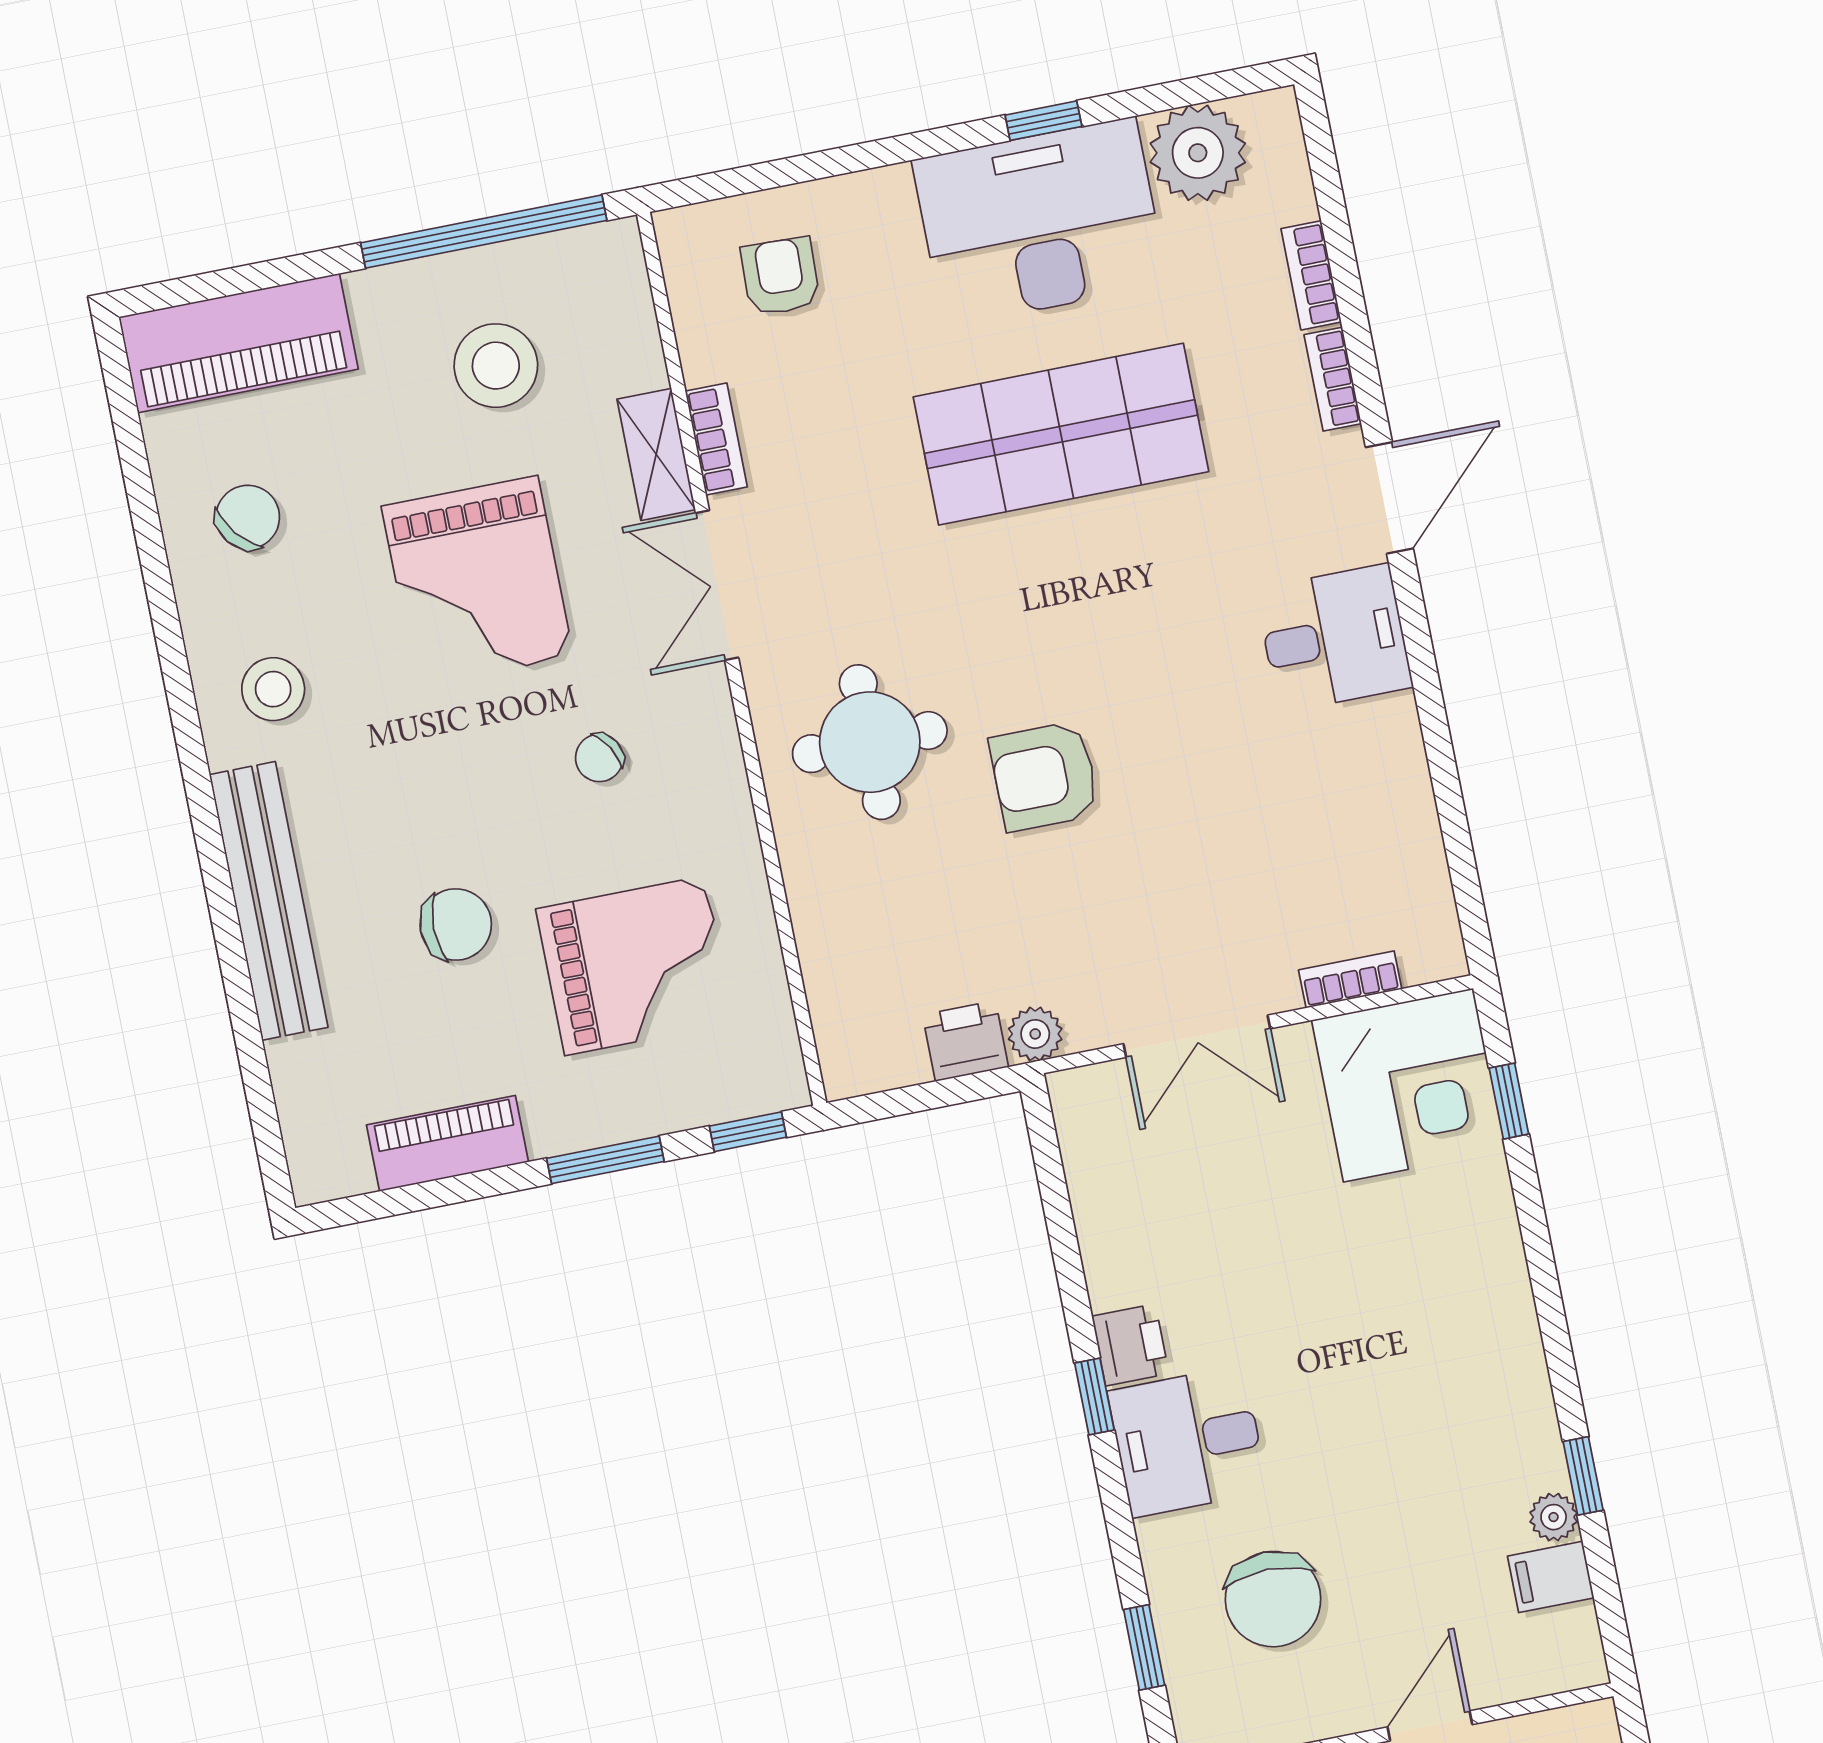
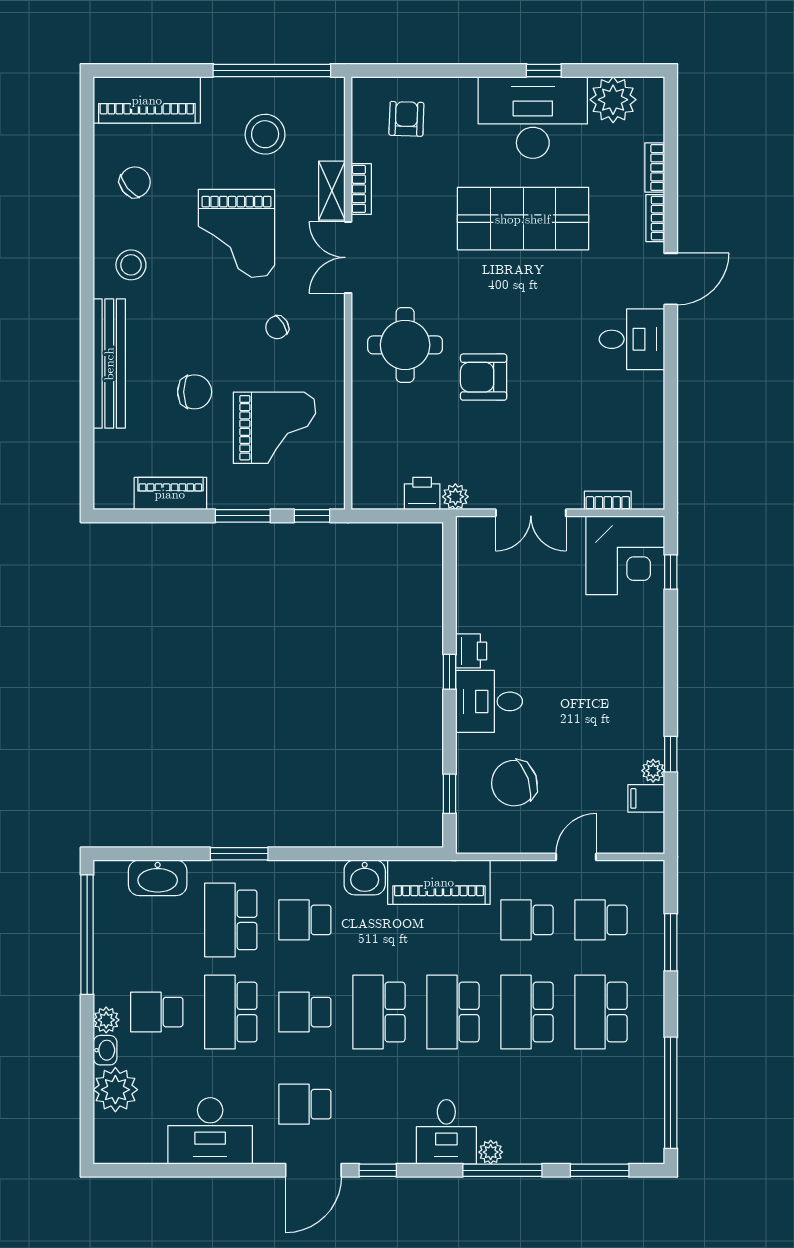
chair: (1273, 1599) -> (514, 783), turned 71

